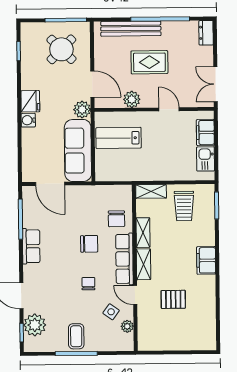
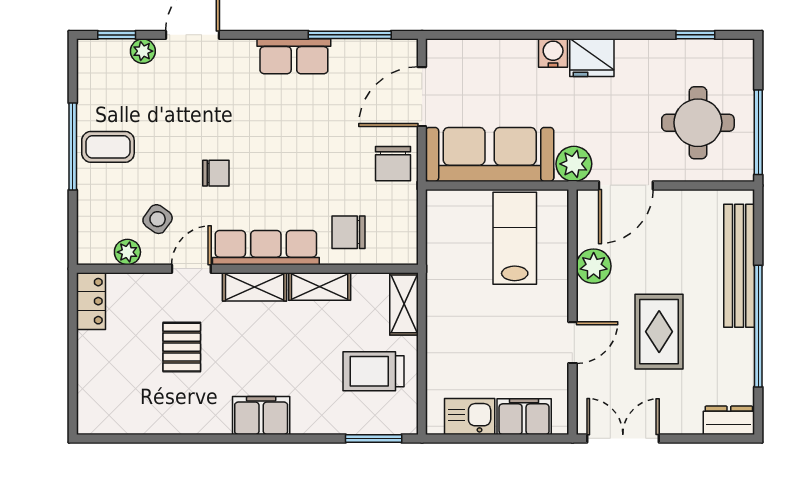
round table: (61, 49) -> (698, 123), turned 45
rug: (149, 62) -> (659, 332), moved
chair: (89, 244) -> (393, 164), moved
plant: (35, 325) -> (143, 51), width x0.53, depth x0.53
locker: (151, 344) -> (91, 301), added

